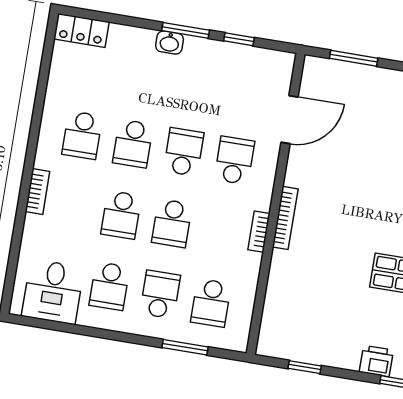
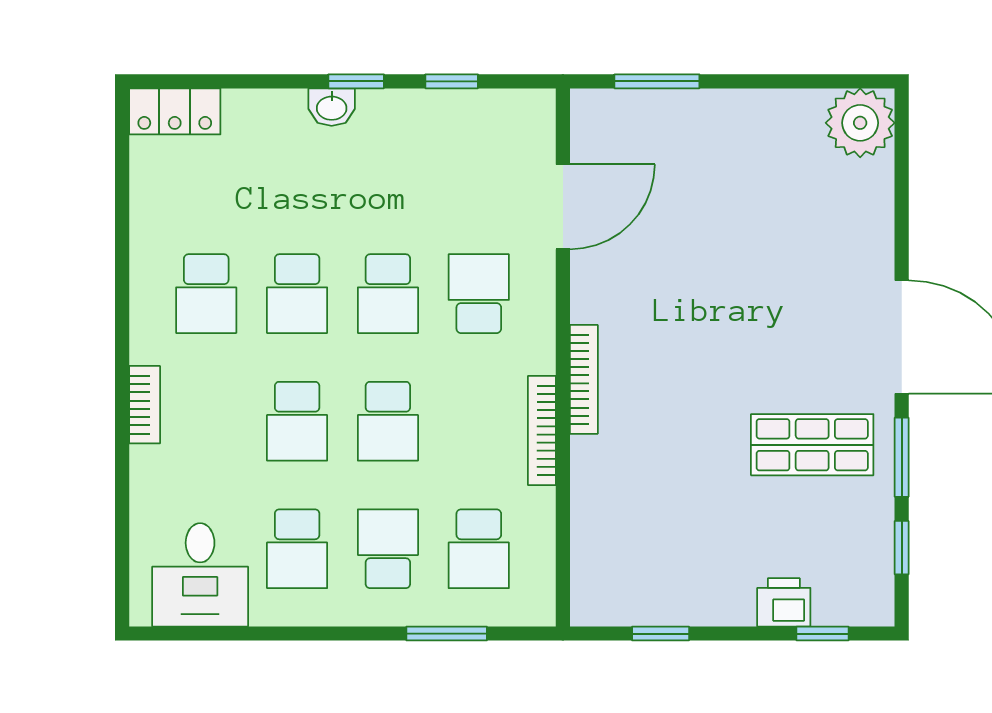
window: (186, 30) -> (356, 81), width x0.67
school desk: (184, 152) -> (388, 294), turned 180
bookcase: (259, 232) -> (542, 430), width x1.56

